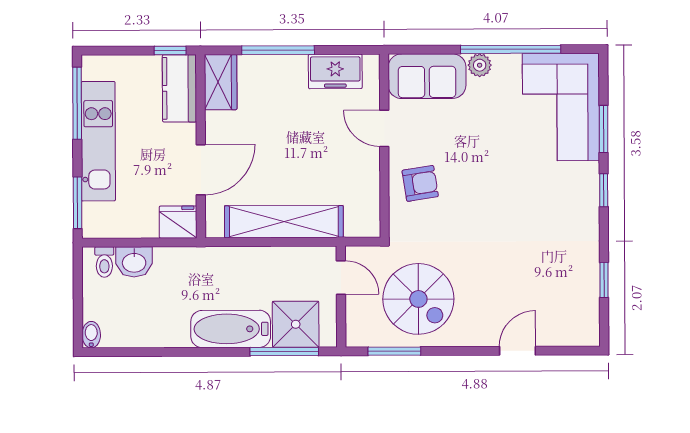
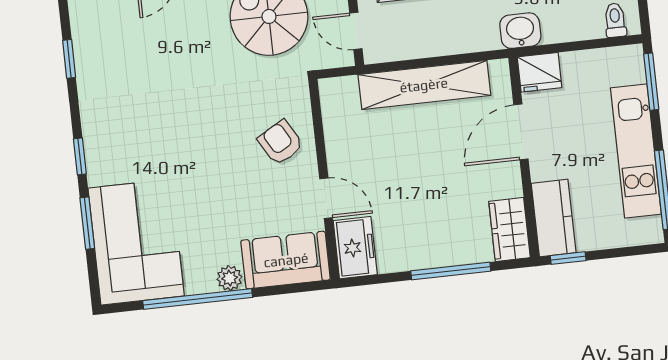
freezer: (335, 71) -> (355, 248), moved, turned 90
armchair: (420, 183) -> (280, 142), turned 69
washbasin: (134, 262) -> (520, 31), moved

